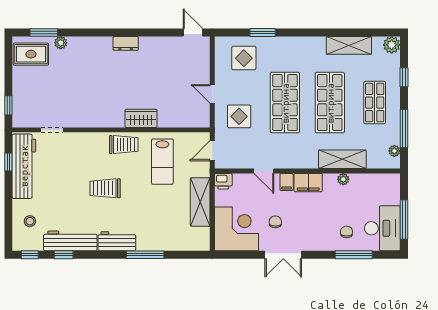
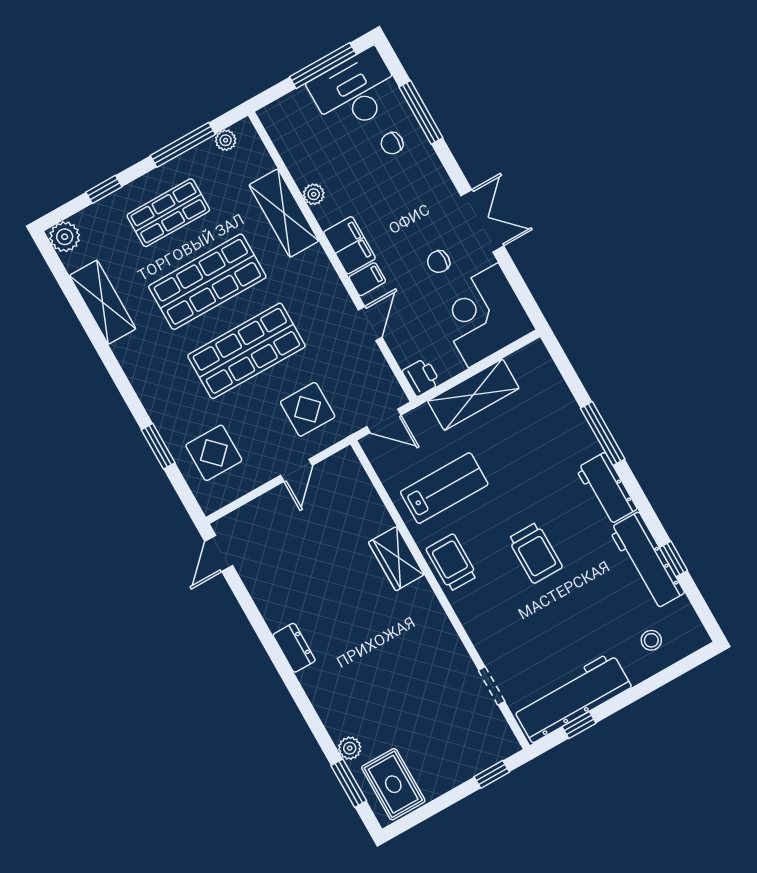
window: (30, 255) -> (703, 611), removed

